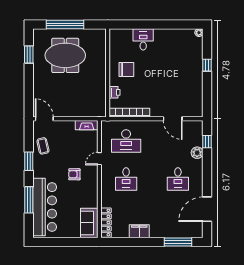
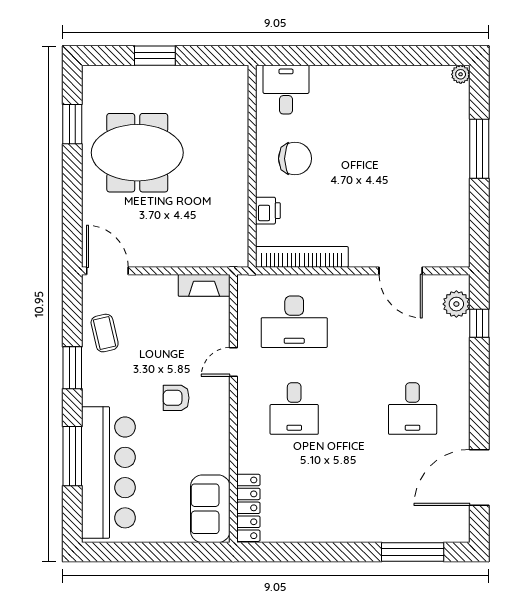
window: (65, 24) -> (155, 56), width x0.47
desk: (143, 39) -> (286, 90), moved
meeting table: (65, 55) -> (137, 153), moved
window: (207, 65) -> (479, 149), width x2.17
plant: (197, 153) -> (456, 304), moved
filing cabinet: (139, 231) -> (324, 528), removed

